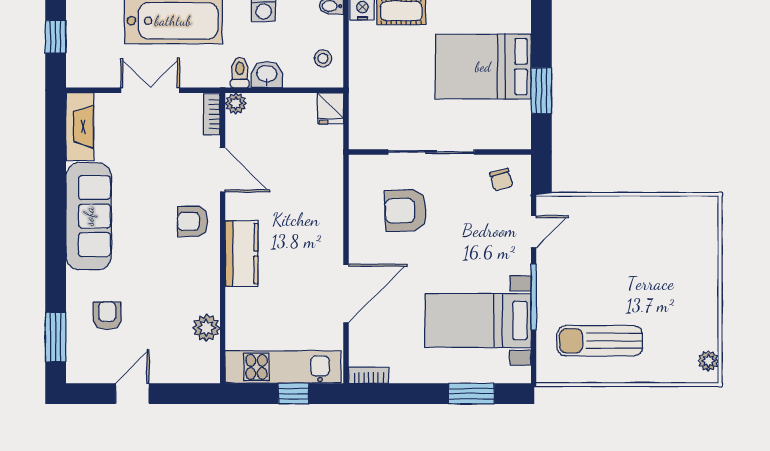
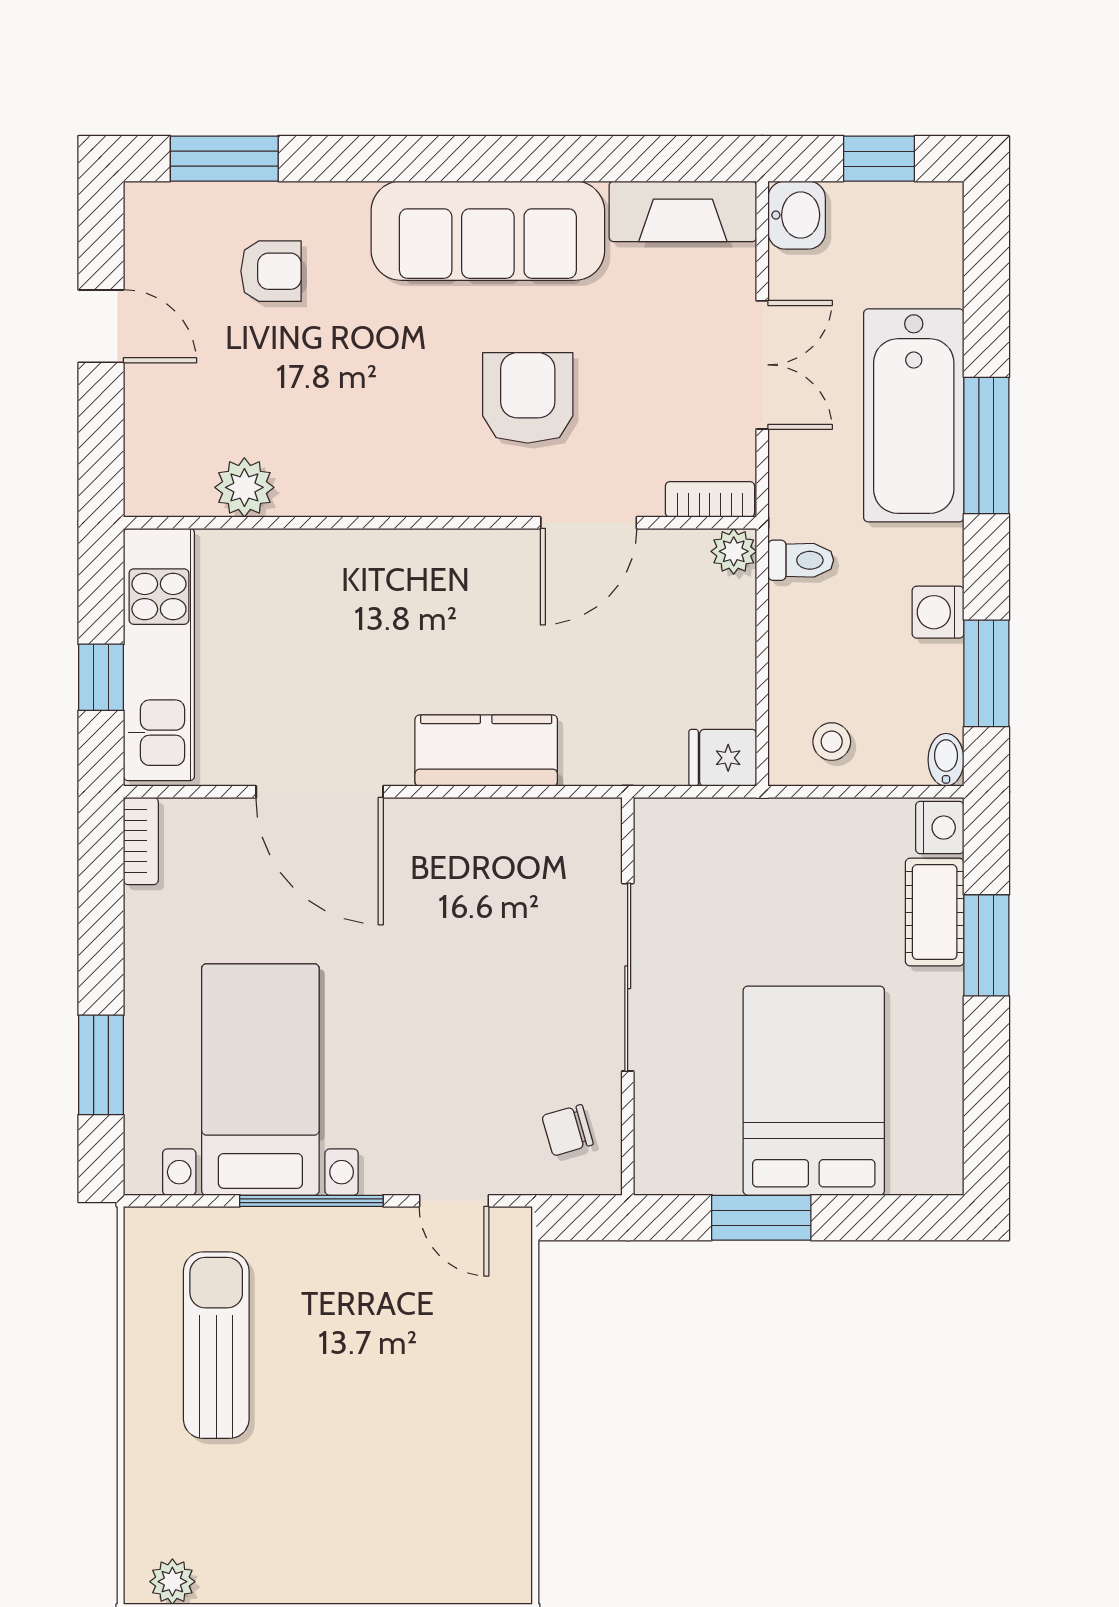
washbasin: (267, 74) -> (797, 215), moved
armchair: (406, 210) -> (500, 922), removed
armchair: (193, 221) -> (528, 398), moved, width x1.38, depth x1.38
kitchen counter: (242, 254) -> (486, 751), moved, turned 180

